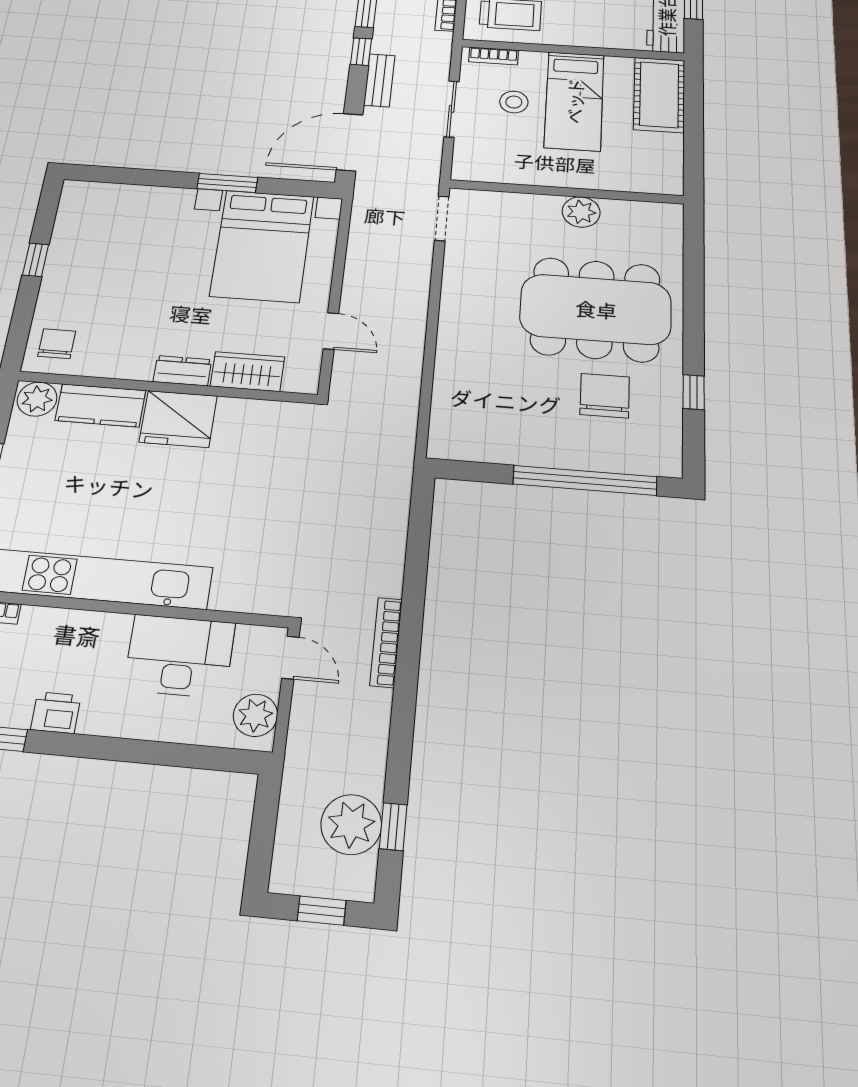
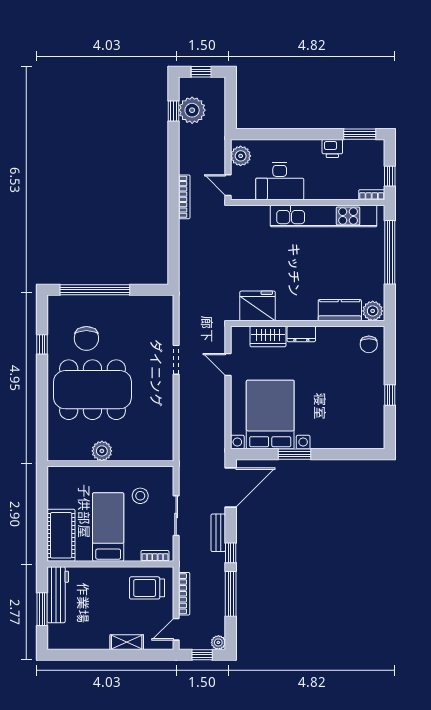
stool: (514, 102) -> (140, 496), moved
doorway: (442, 218) -> (176, 360), moved
fridge: (178, 419) -> (258, 306), moved

